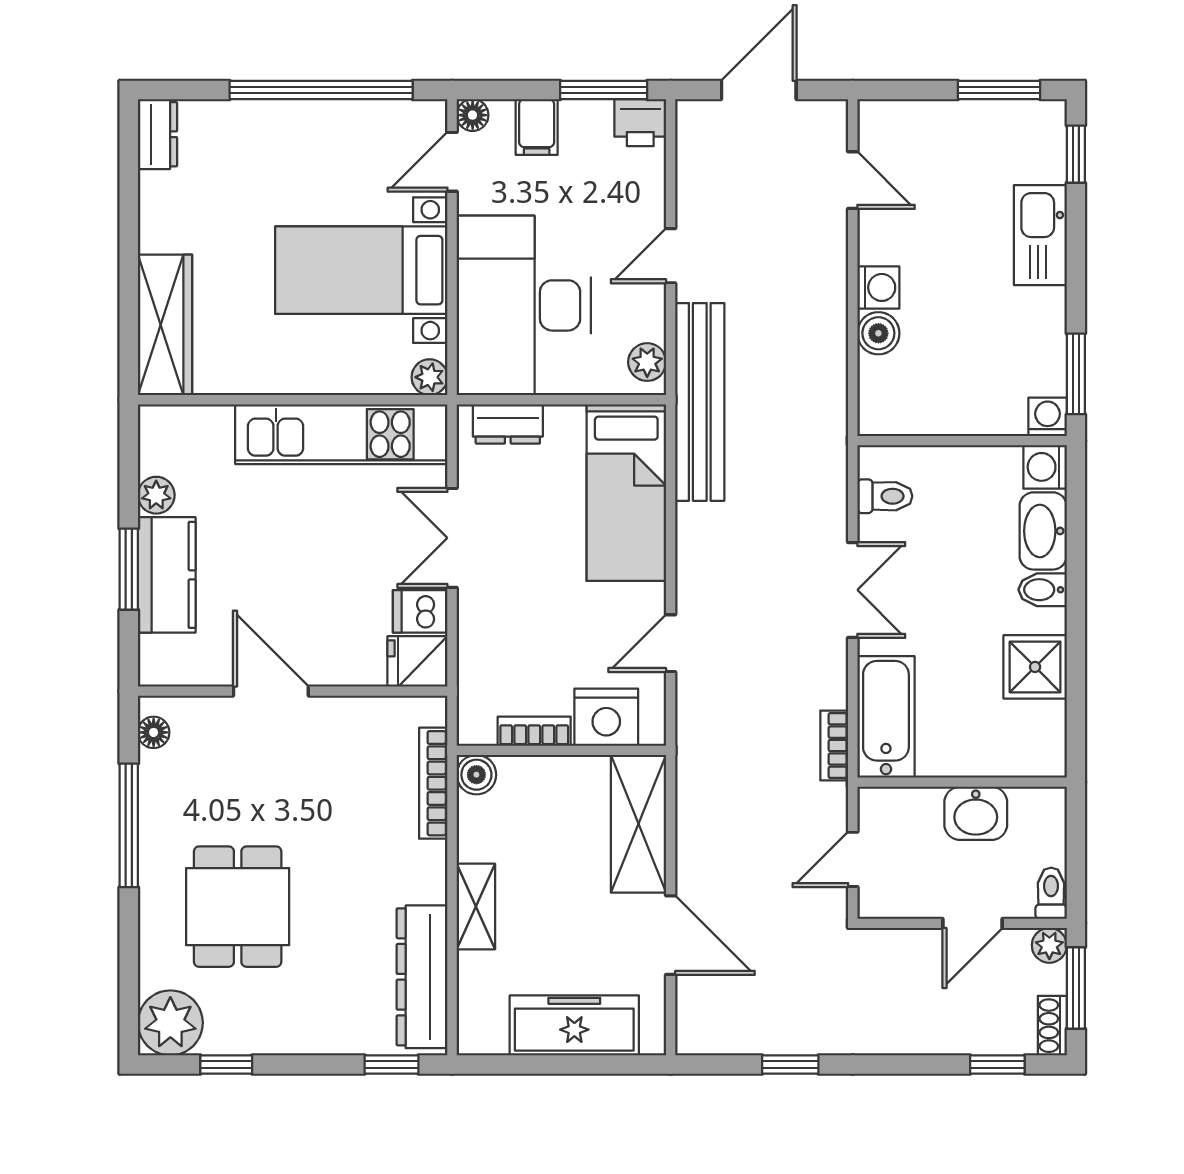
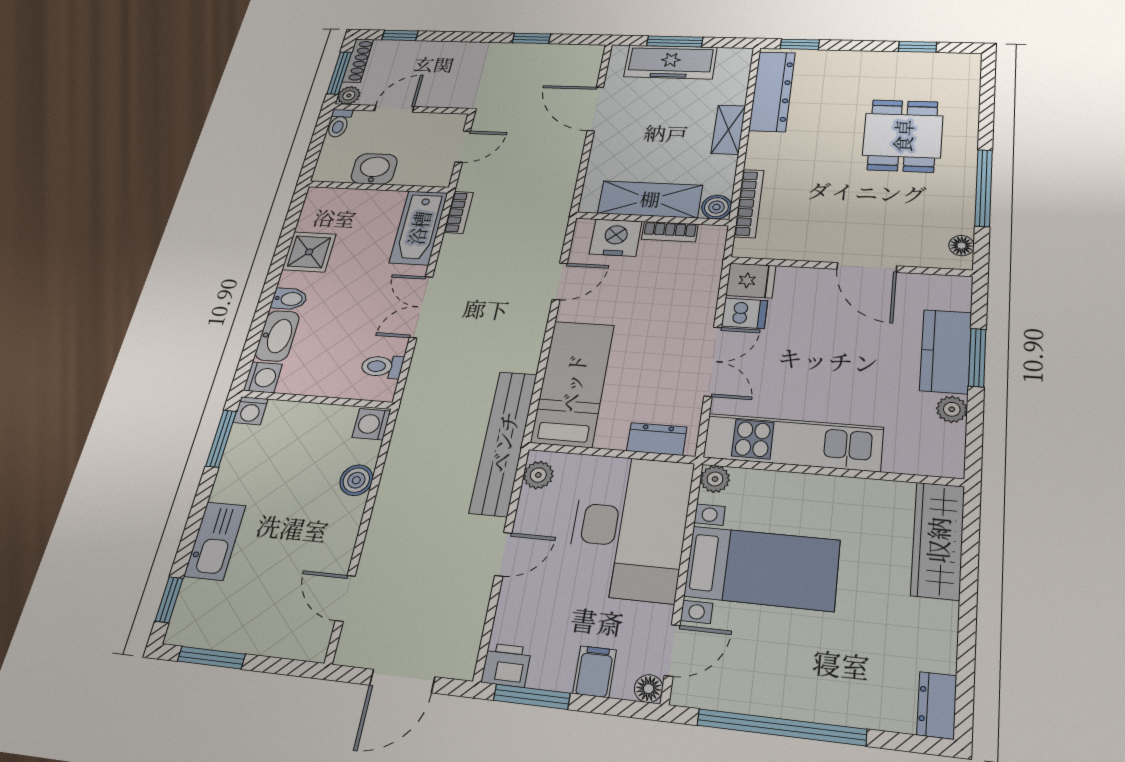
washing machine: (878, 287) -> (371, 424), moved
shelving: (638, 824) -> (650, 199), moved, turned 90
plant: (170, 1023) -> (957, 71), removed
shoe rack: (1052, 1026) -> (358, 61), width x1.43
window: (573, 1064) -> (675, 41), added

